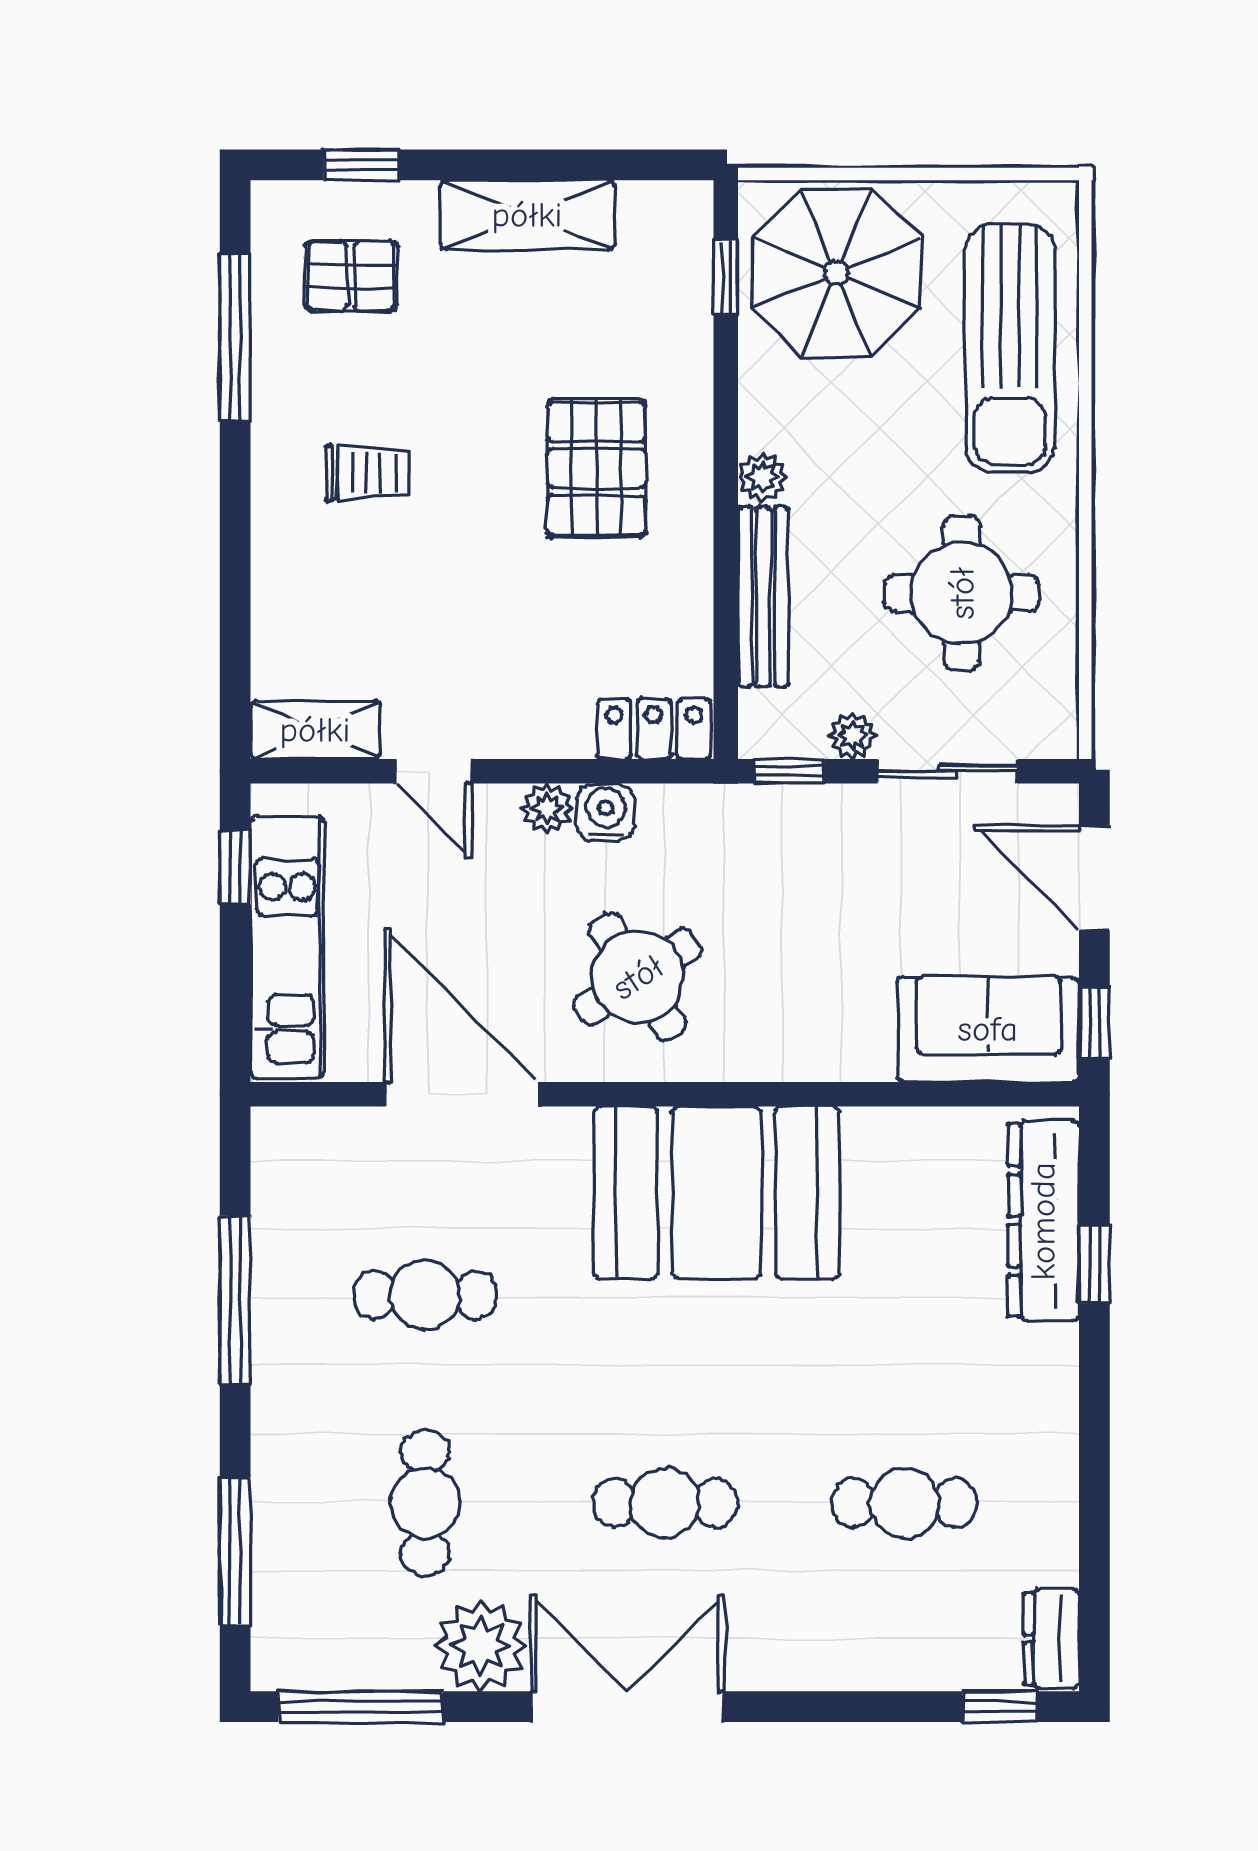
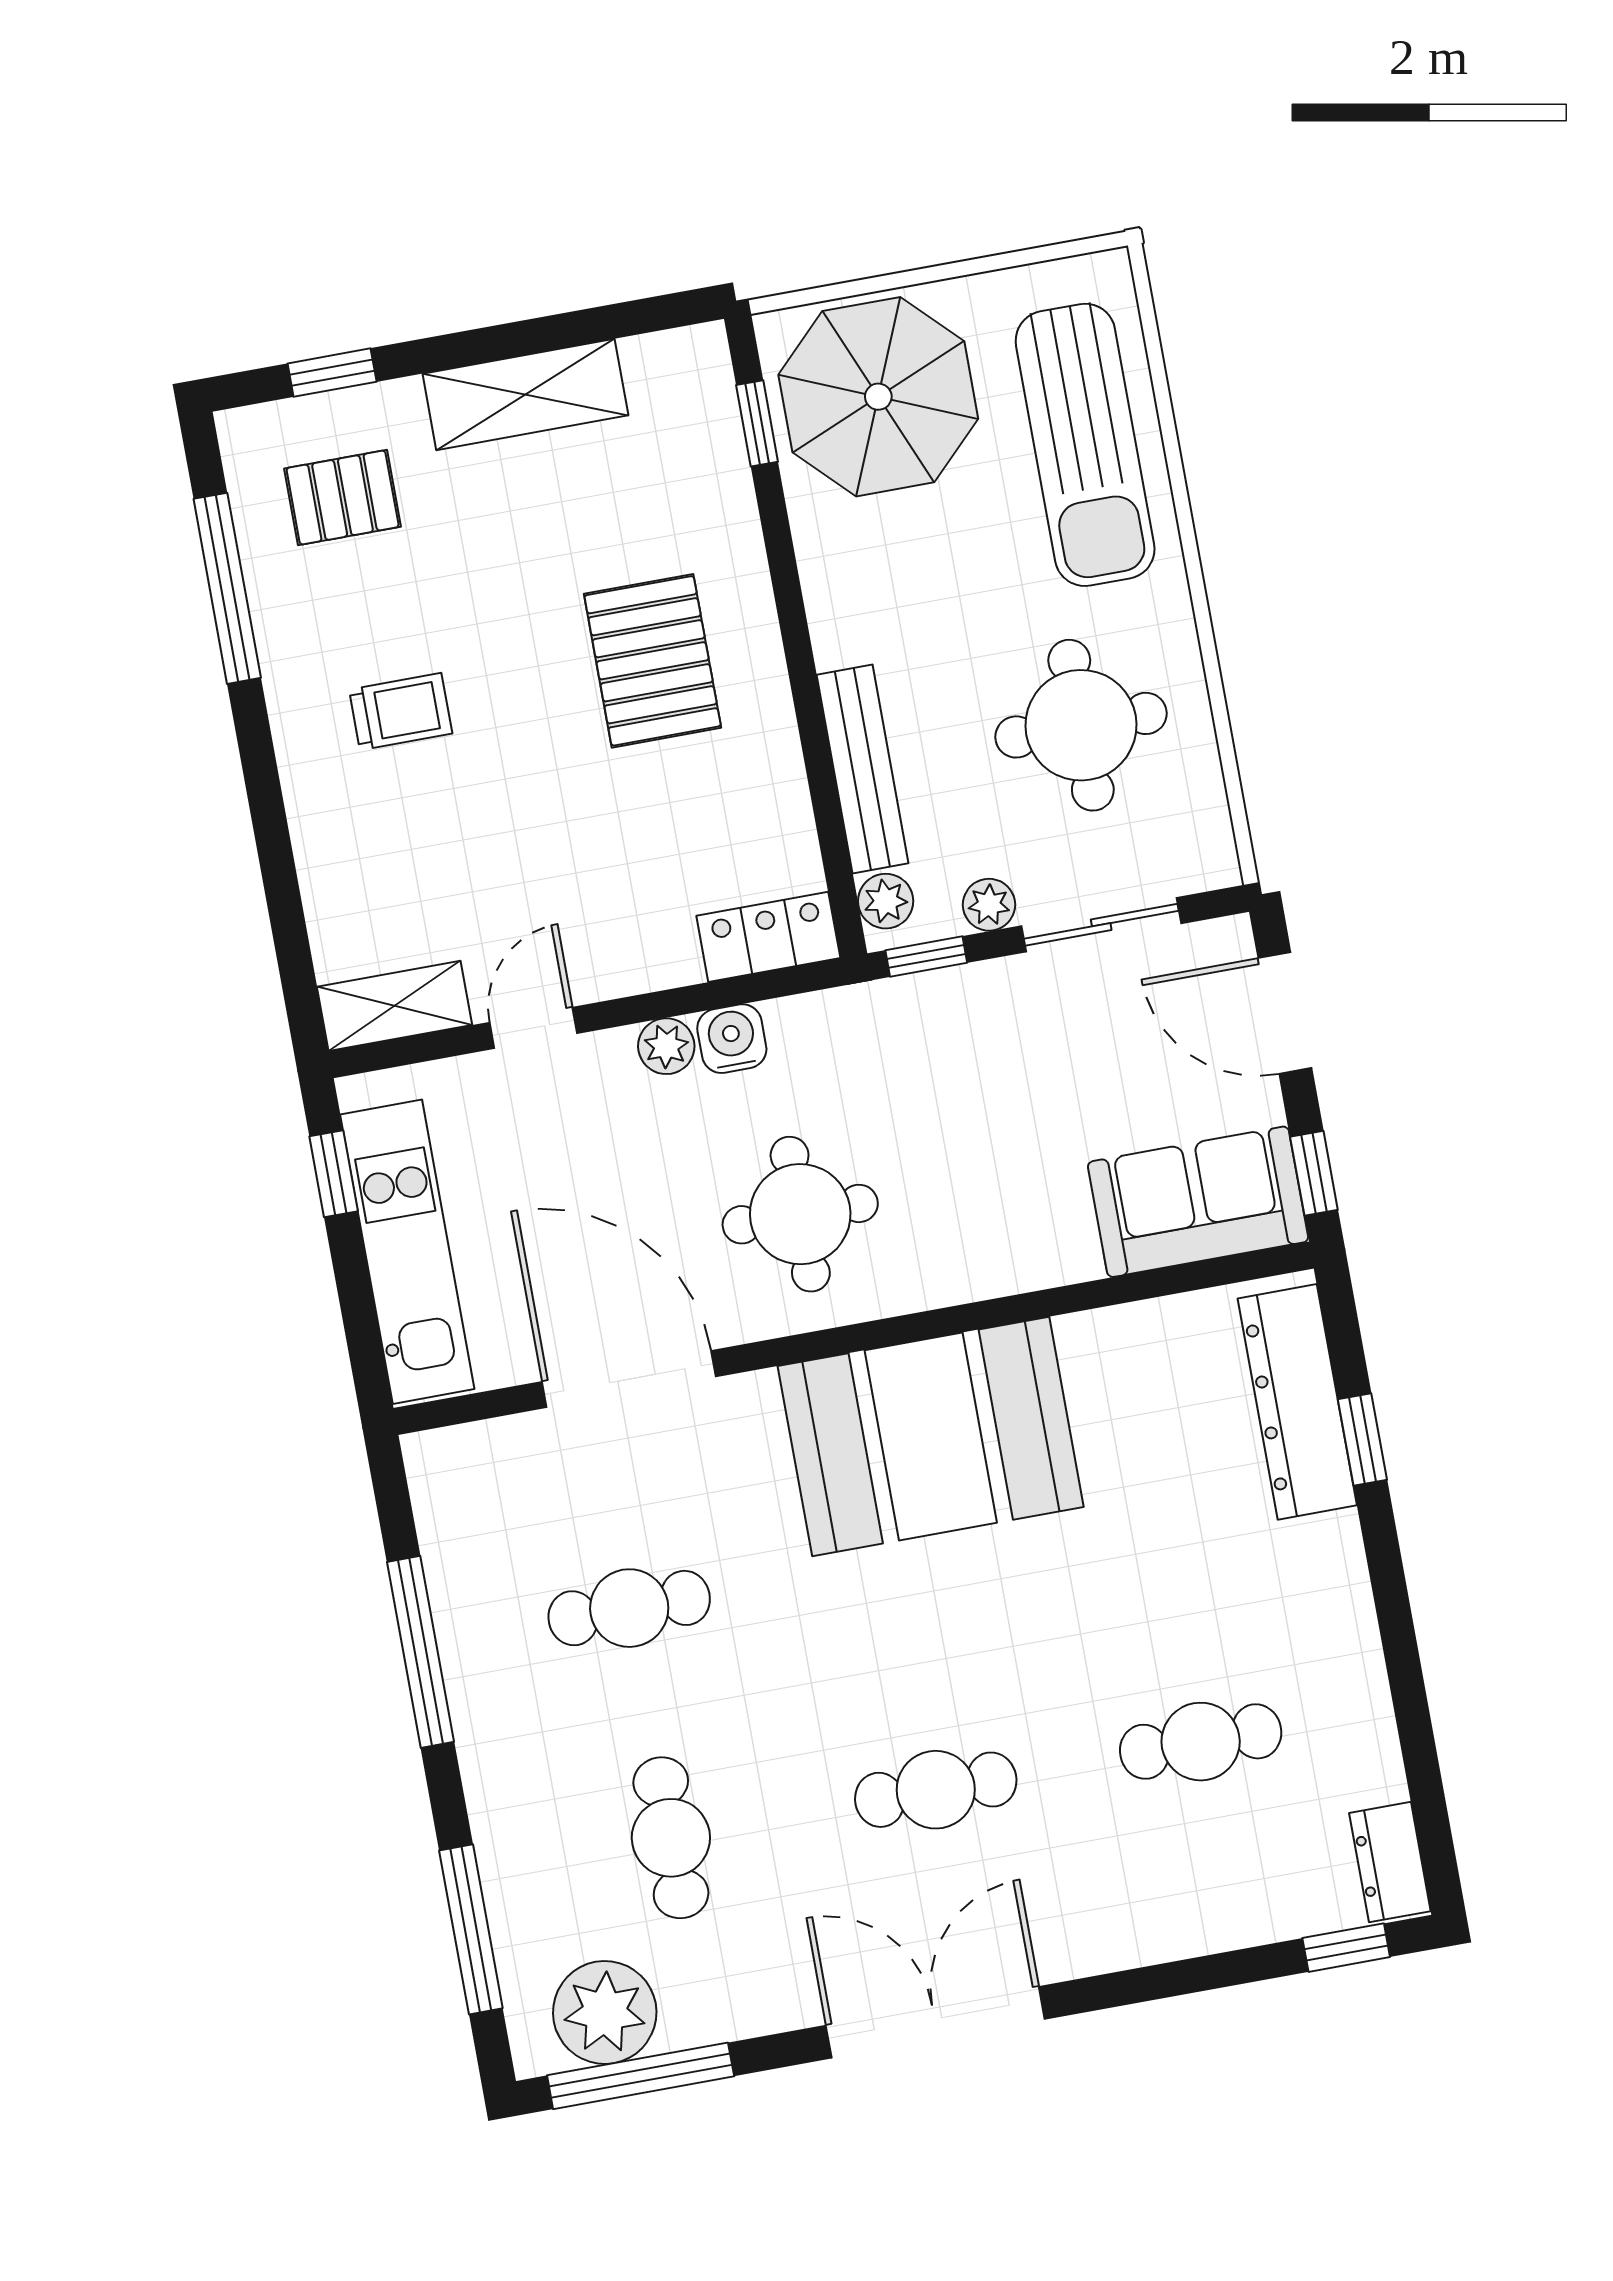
plant: (762, 477) -> (886, 901), moved
door: (434, 771) -> (533, 1028), swing flipped
round table: (638, 977) -> (800, 1214), turned 33
plant: (481, 1645) -> (605, 2012), moved

